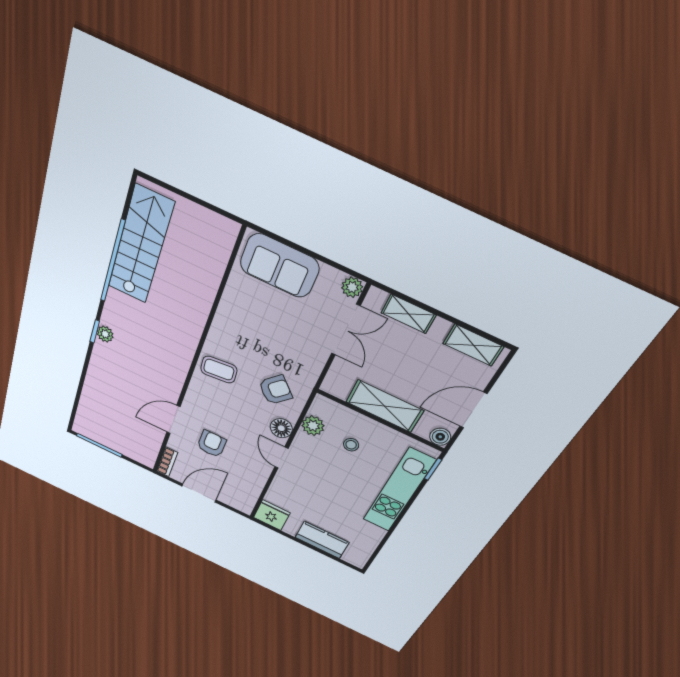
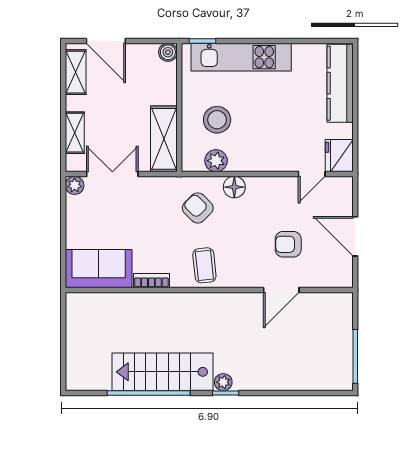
stairs: (141, 245) -> (162, 372), moved
sofa: (279, 266) -> (99, 269), moved, turned -90
shelving: (385, 406) -> (164, 139), moved
door: (473, 410) -> (106, 41), moved
door: (173, 419) -> (281, 290), hinge flipped
stool: (351, 445) -> (217, 120), width x1.89, depth x1.89
door: (281, 458) -> (312, 174), moved
bookcase: (167, 462) -> (151, 281), moved
kitchen counter: (322, 540) -> (340, 83), width x1.50

